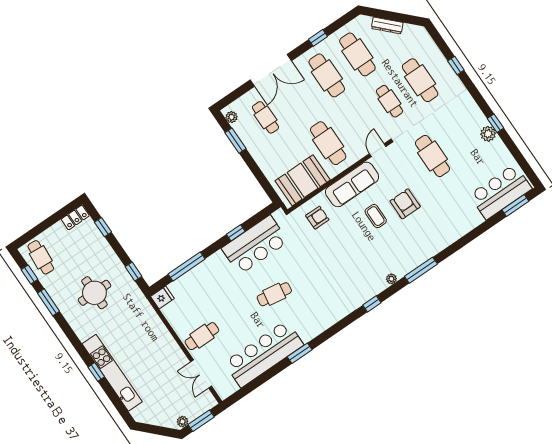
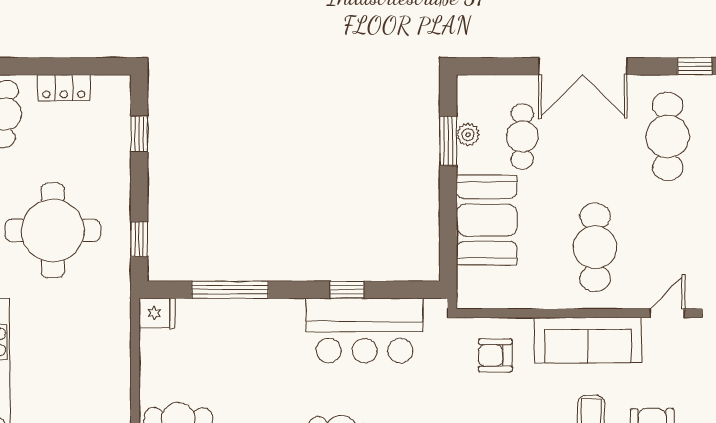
plant: (232, 117) -> (468, 135), moved
booth: (303, 180) -> (487, 220), moved, turned 90
locker: (75, 217) -> (64, 88), moved
armchair: (317, 218) -> (495, 355), turned 180
round table: (94, 293) -> (53, 230), width x1.36, depth x1.36

